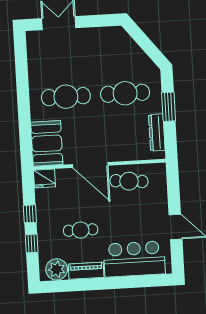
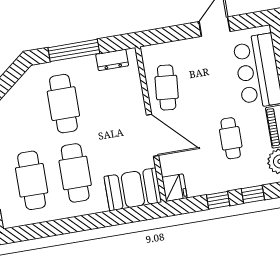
cafe table: (64, 60) -> (32, 180), added
window: (169, 107) -> (74, 50), width x1.44
dresser: (157, 132) -> (112, 60), width x0.70
door: (90, 165) -> (153, 135), hinge flipped

